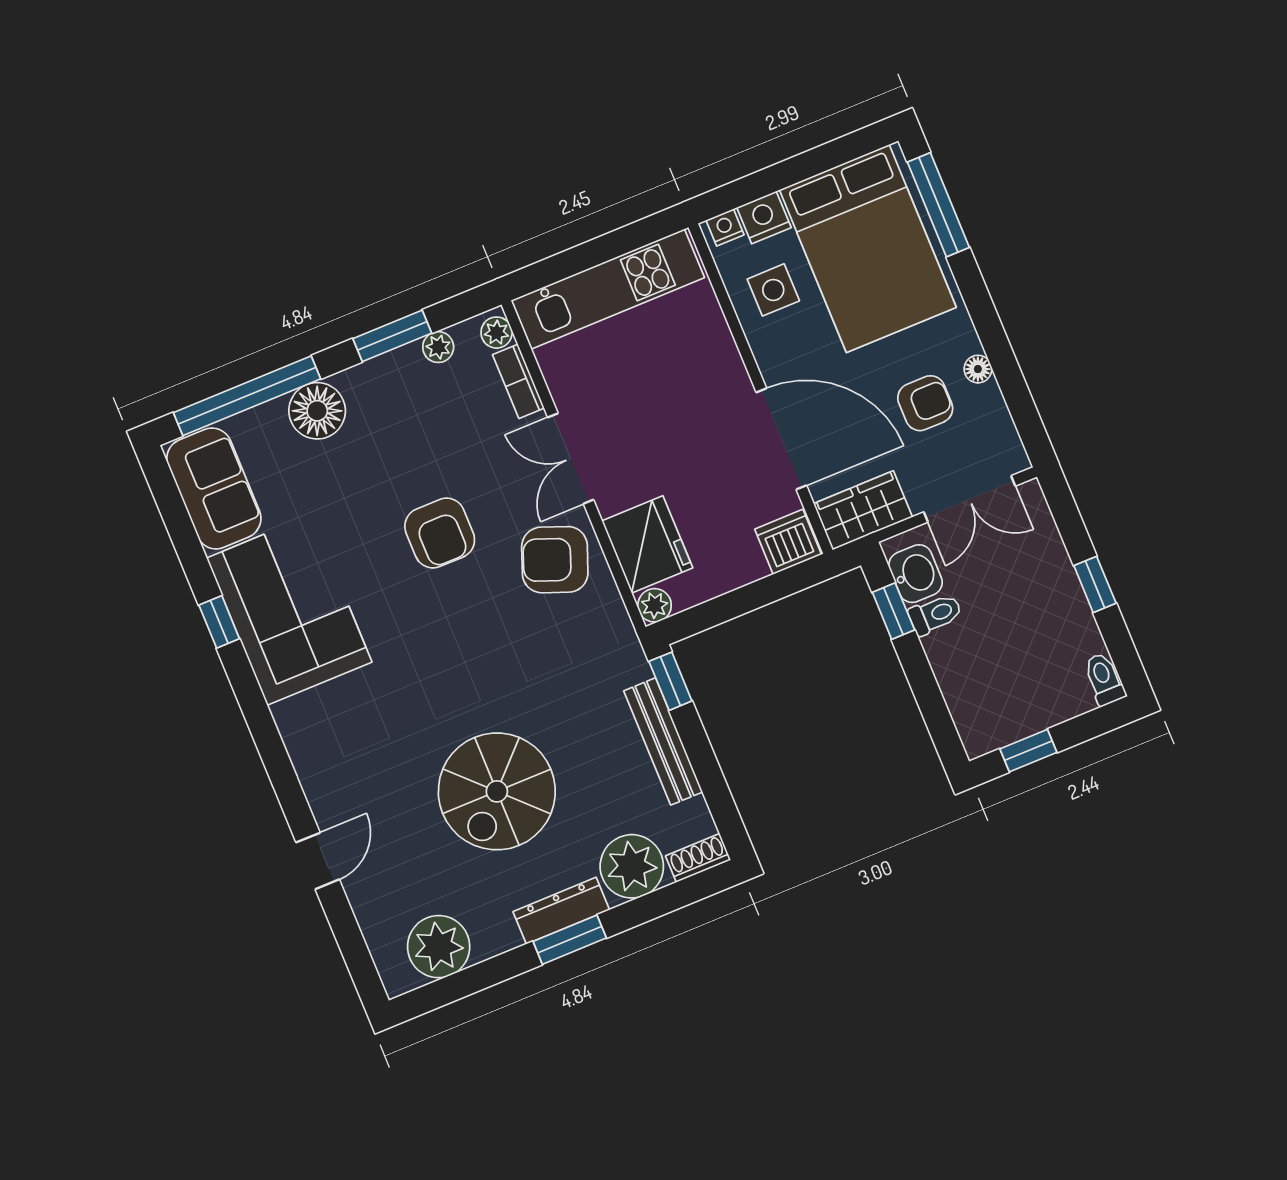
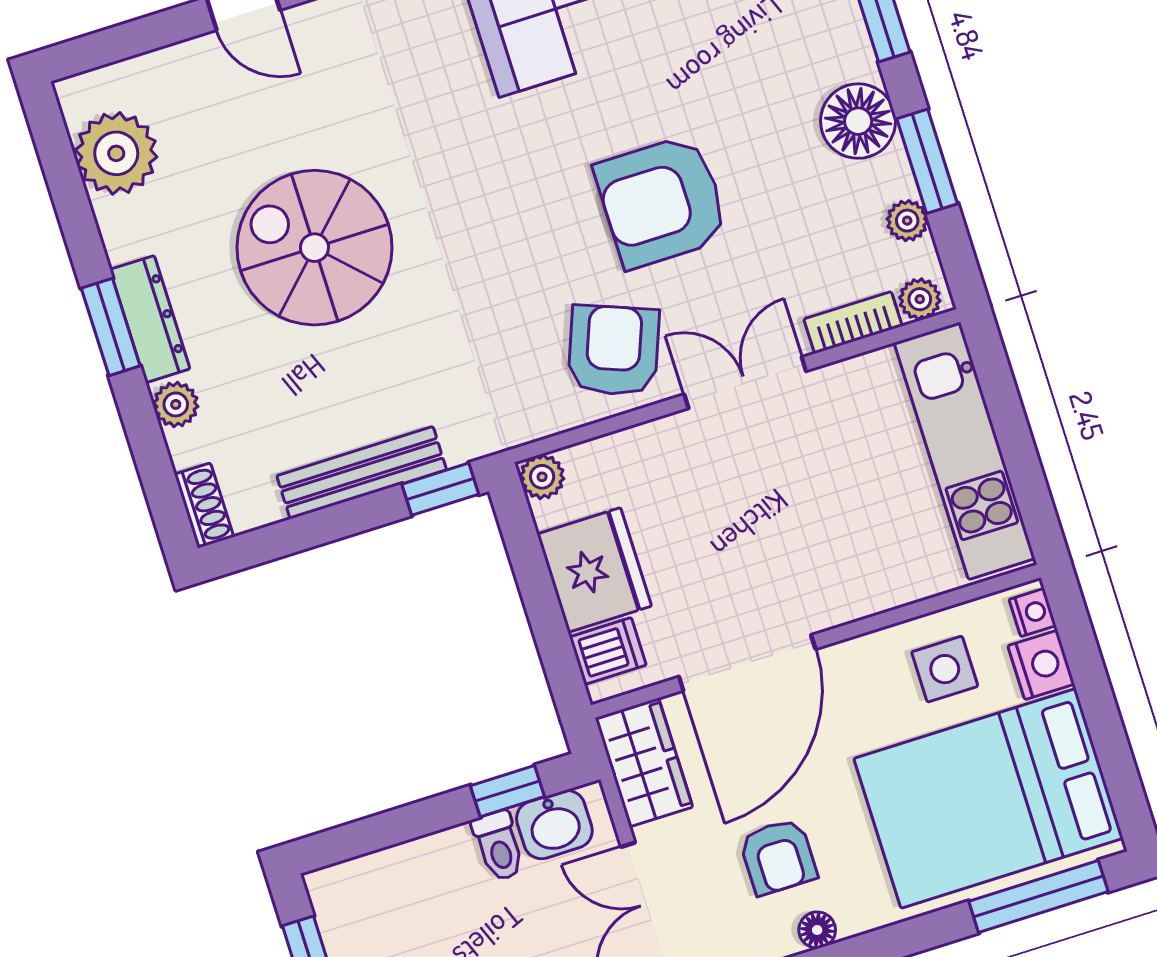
floor lamp: (317, 411) -> (858, 121), moved
armchair: (440, 533) -> (662, 202), width x1.36, depth x1.36
dishwasher: (788, 542) -> (608, 651), width x0.73
fridge: (647, 544) -> (594, 570), moved, turned -90
plant: (632, 866) -> (176, 404), width x0.53, depth x0.53

